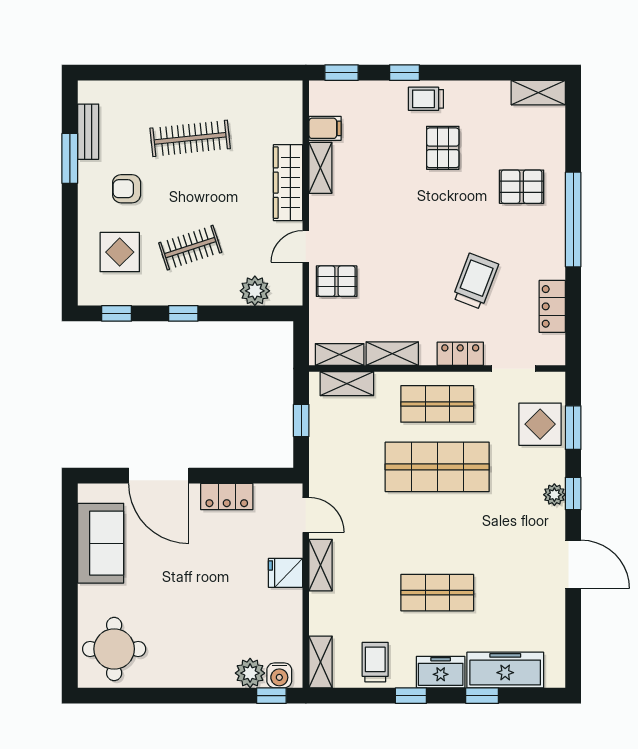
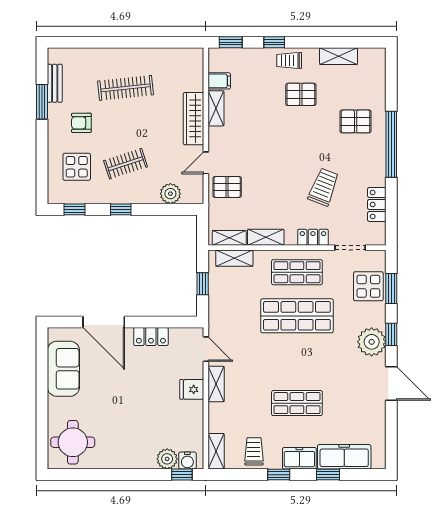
shelving: (538, 93) -> (338, 56), moved
pallet: (443, 148) -> (301, 94), turned 90
plant: (554, 495) -> (372, 342), width x1.88, depth x1.88

